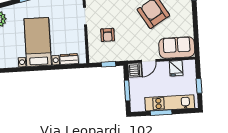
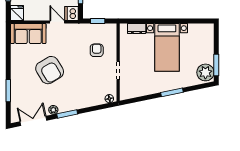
door: (149, 61) -> (57, 22), hinge flipped
fridge: (176, 68) -> (17, 13), moved

